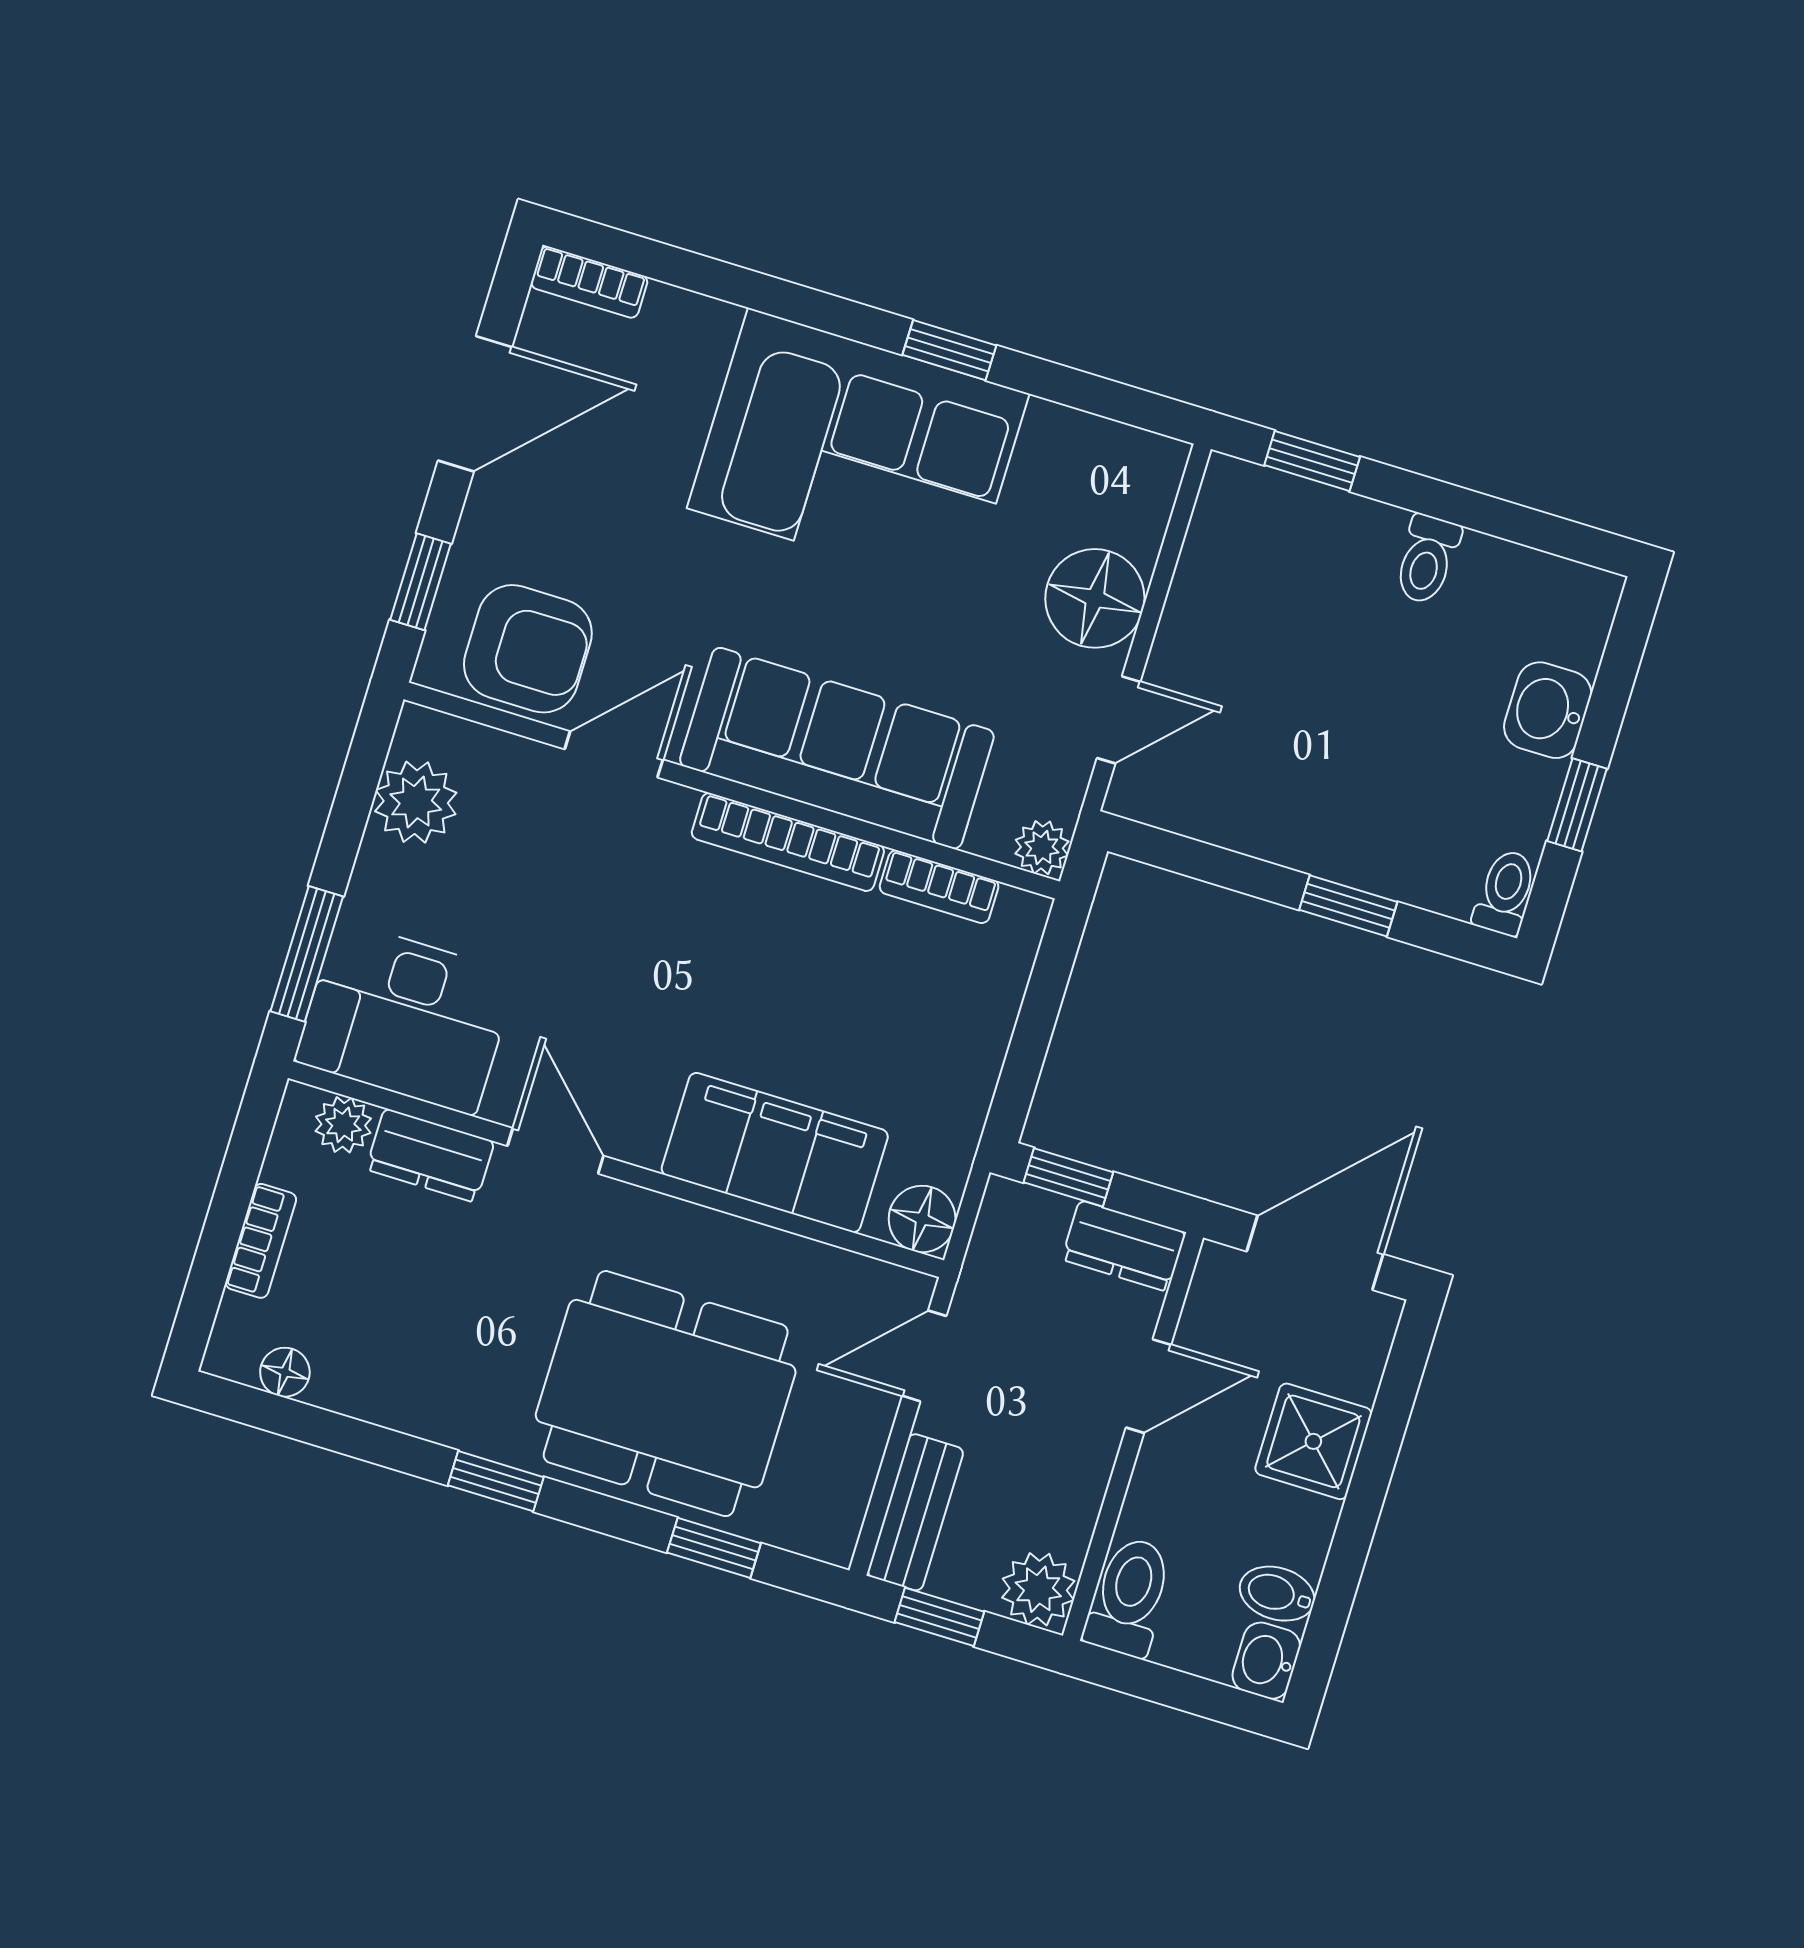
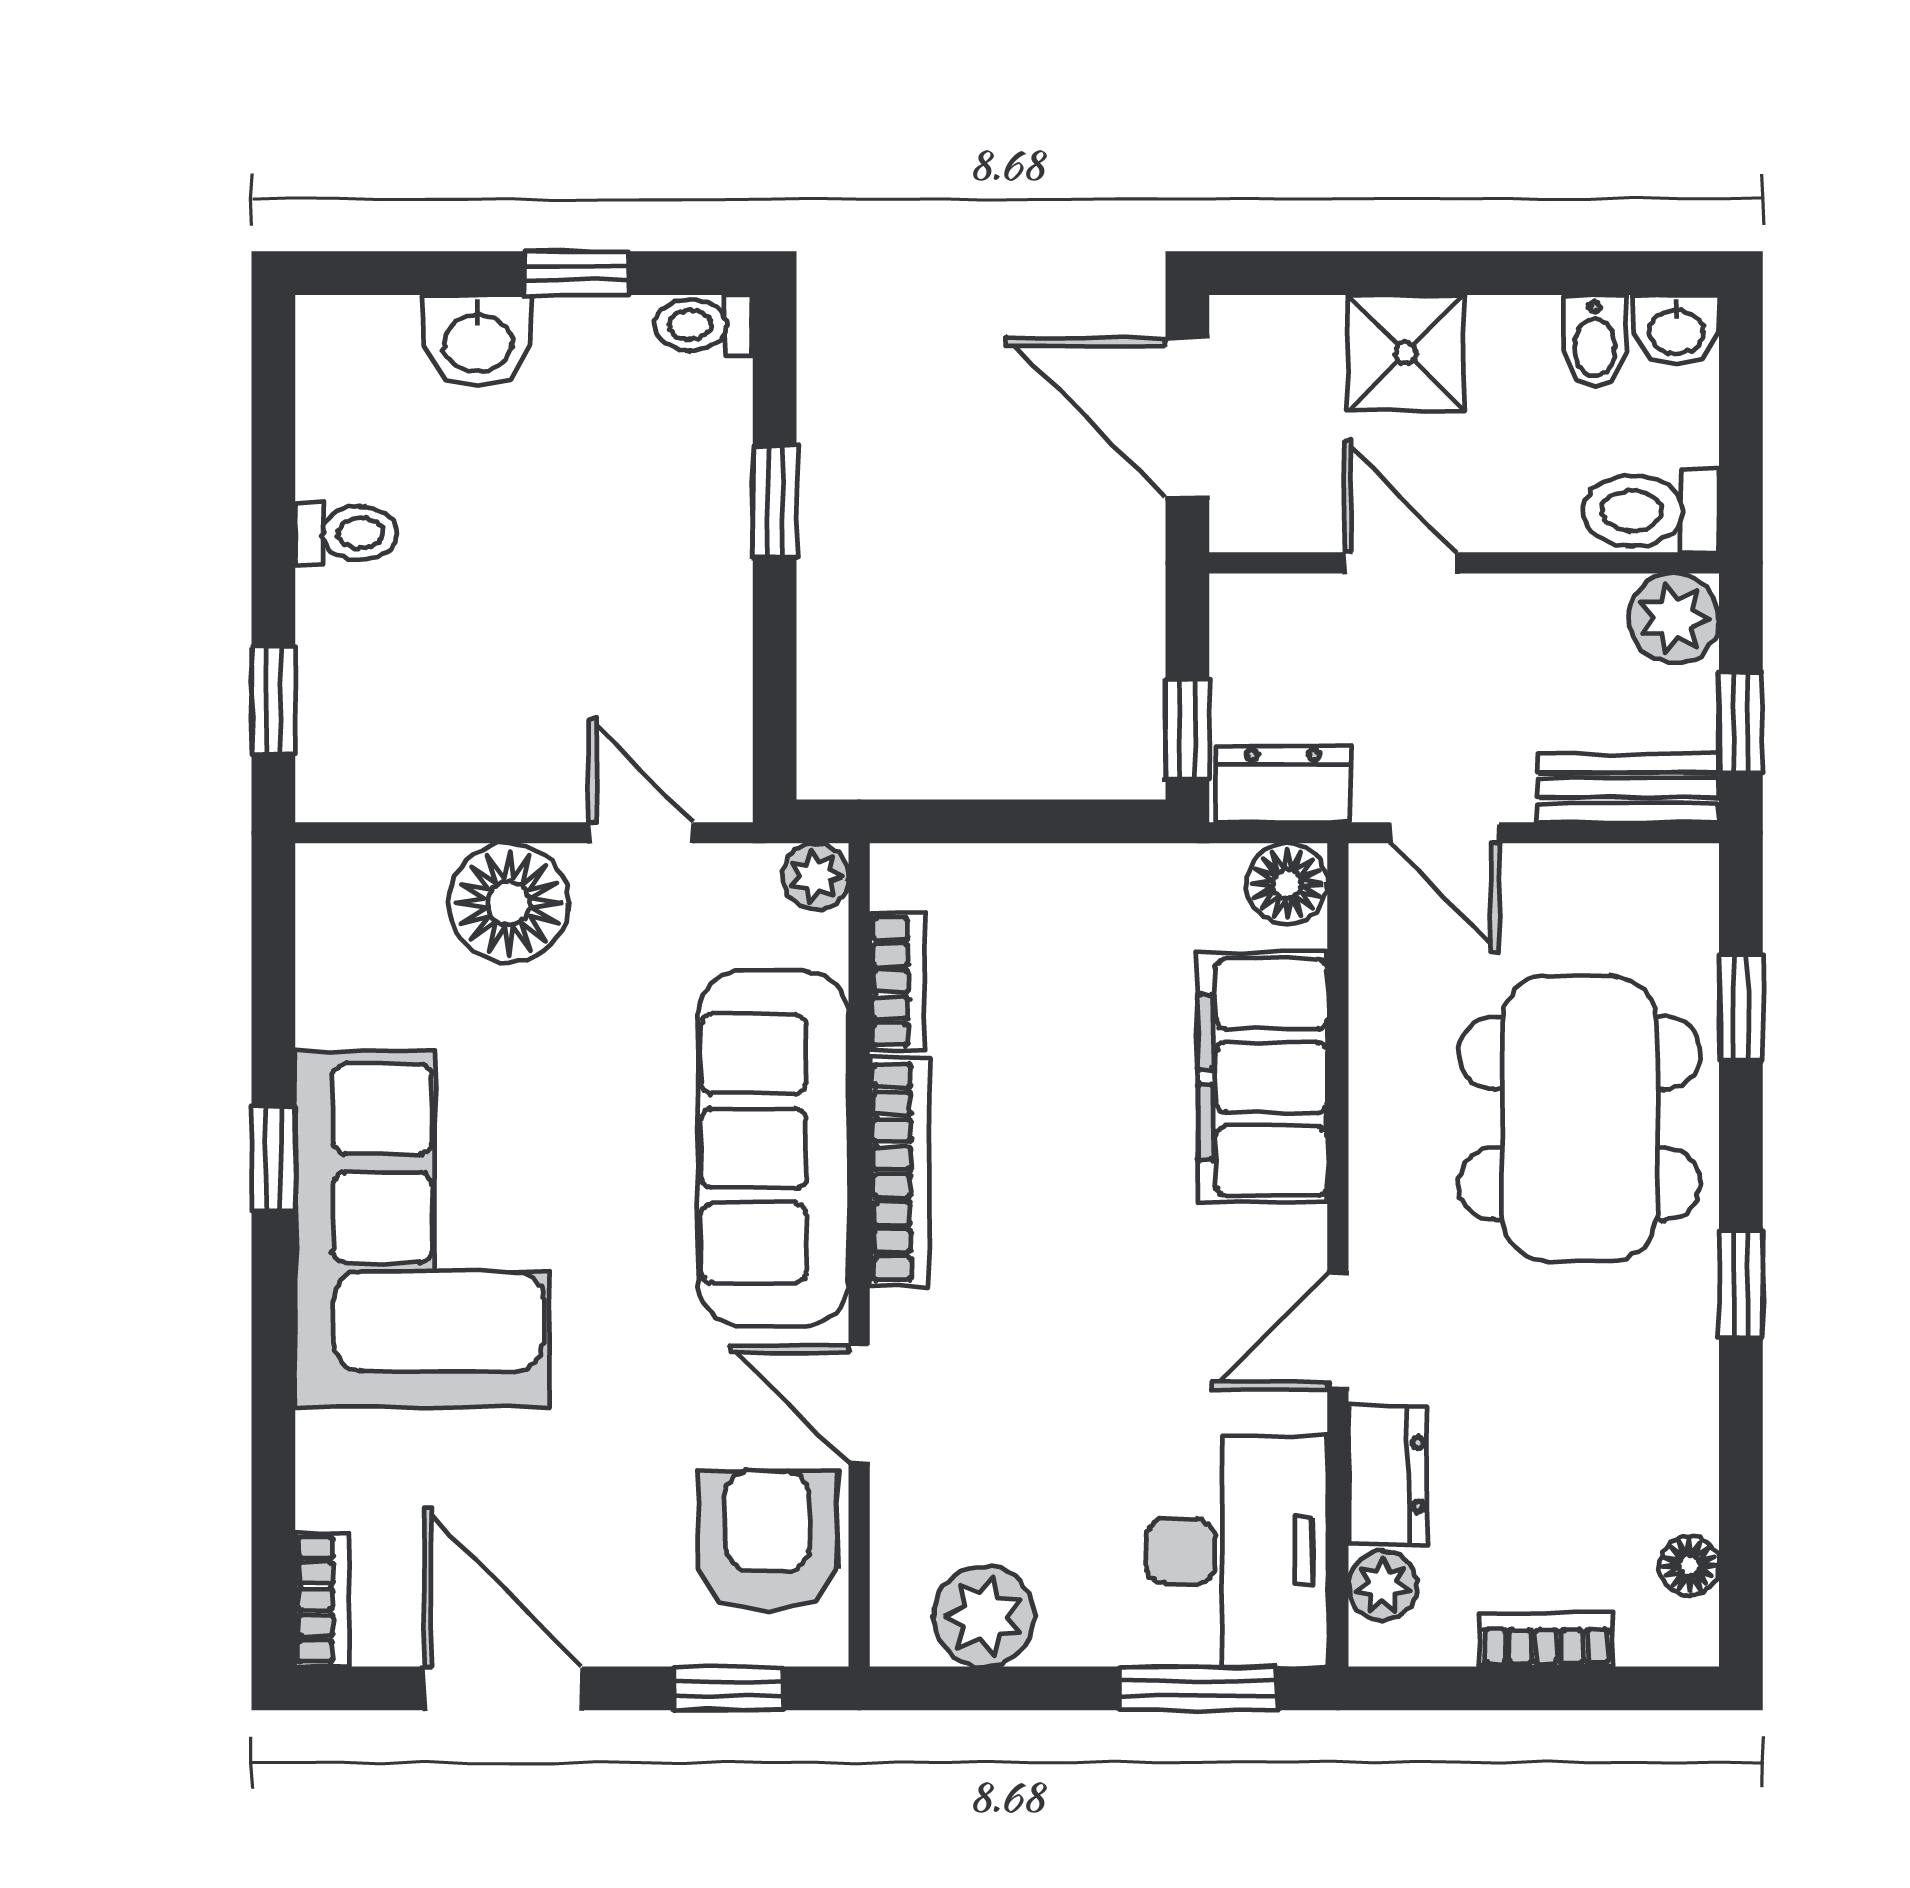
dresser: (1124, 1246) -> (1284, 784), moved, turned -90

